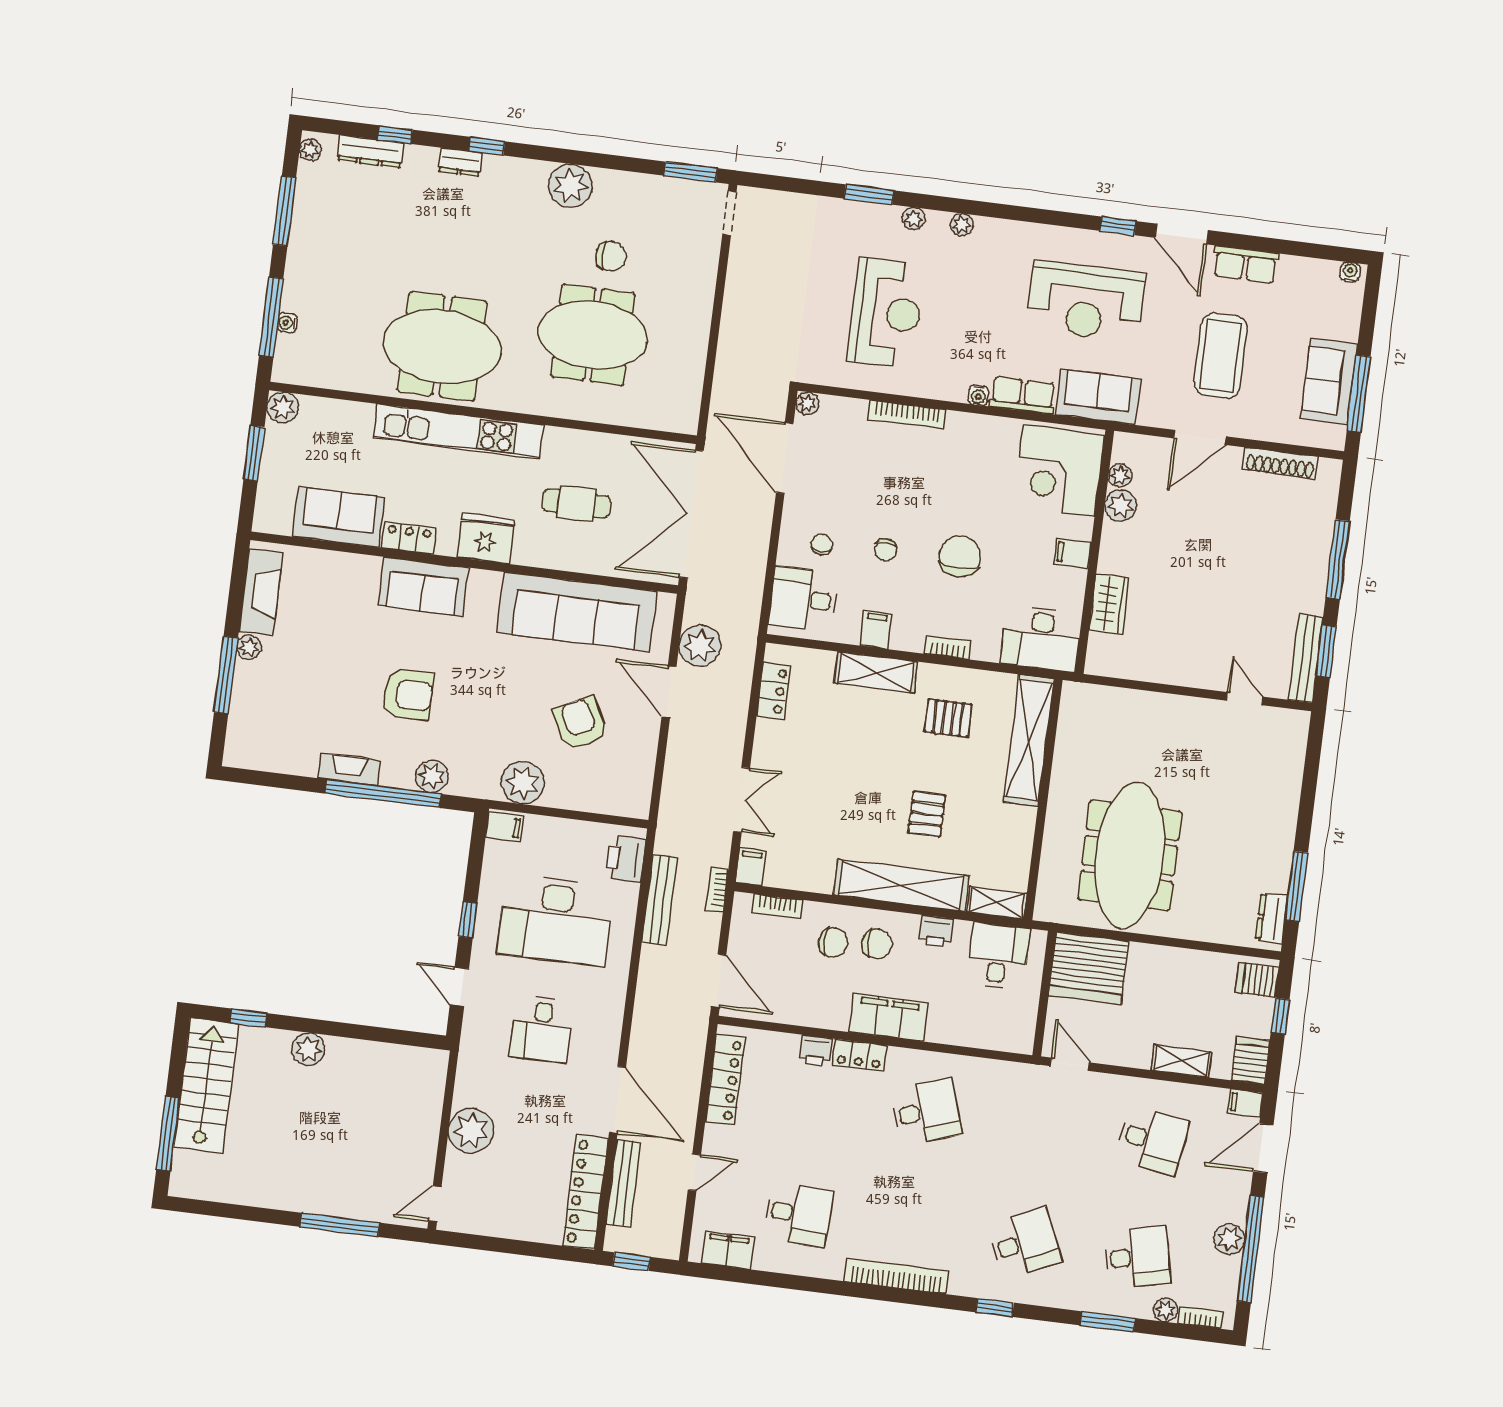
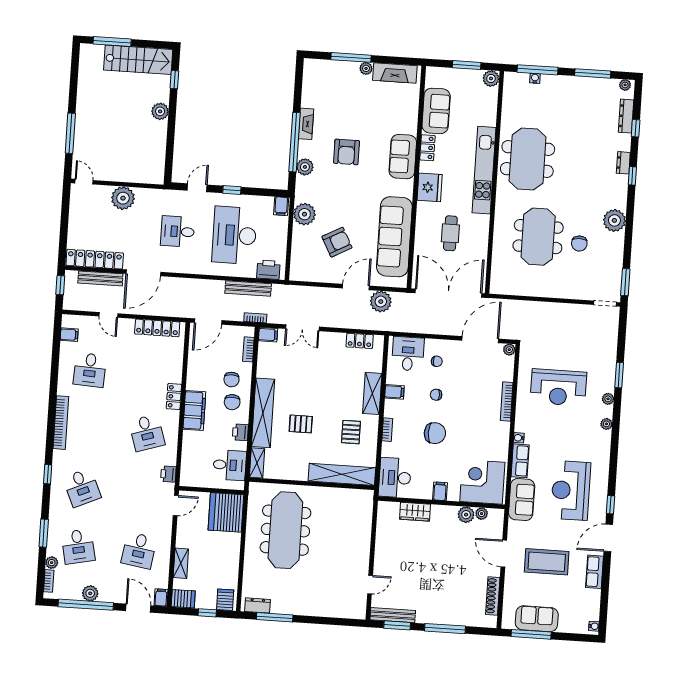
meeting table: (1130, 856) -> (285, 530), turned 90
printer: (816, 1051) -> (168, 474), moved
filing cabinet: (728, 1250) -> (69, 335), width x0.50

